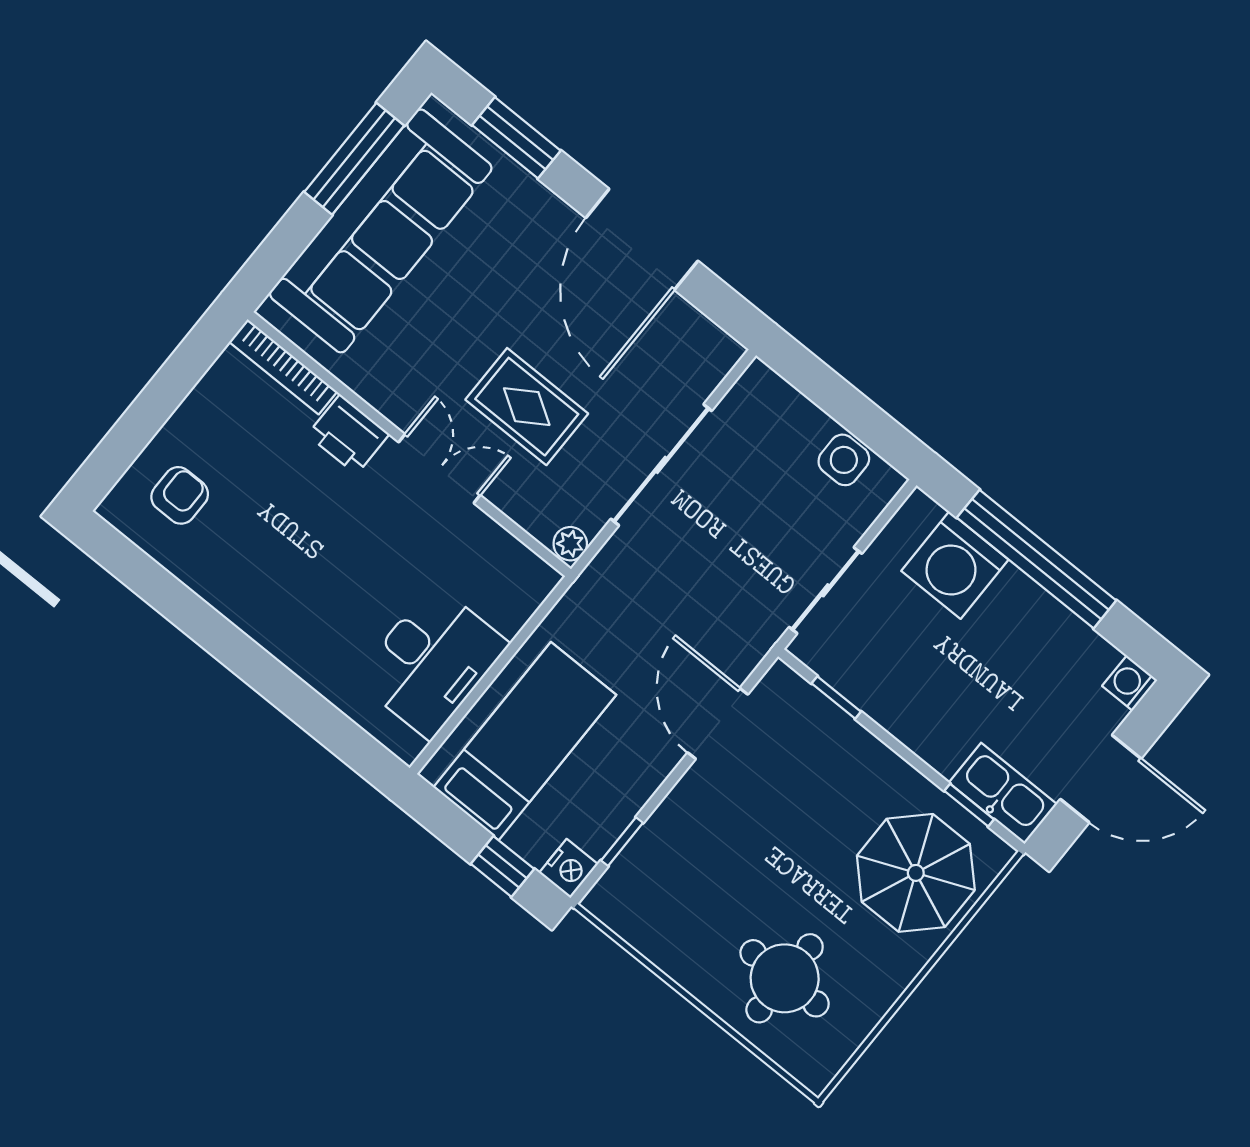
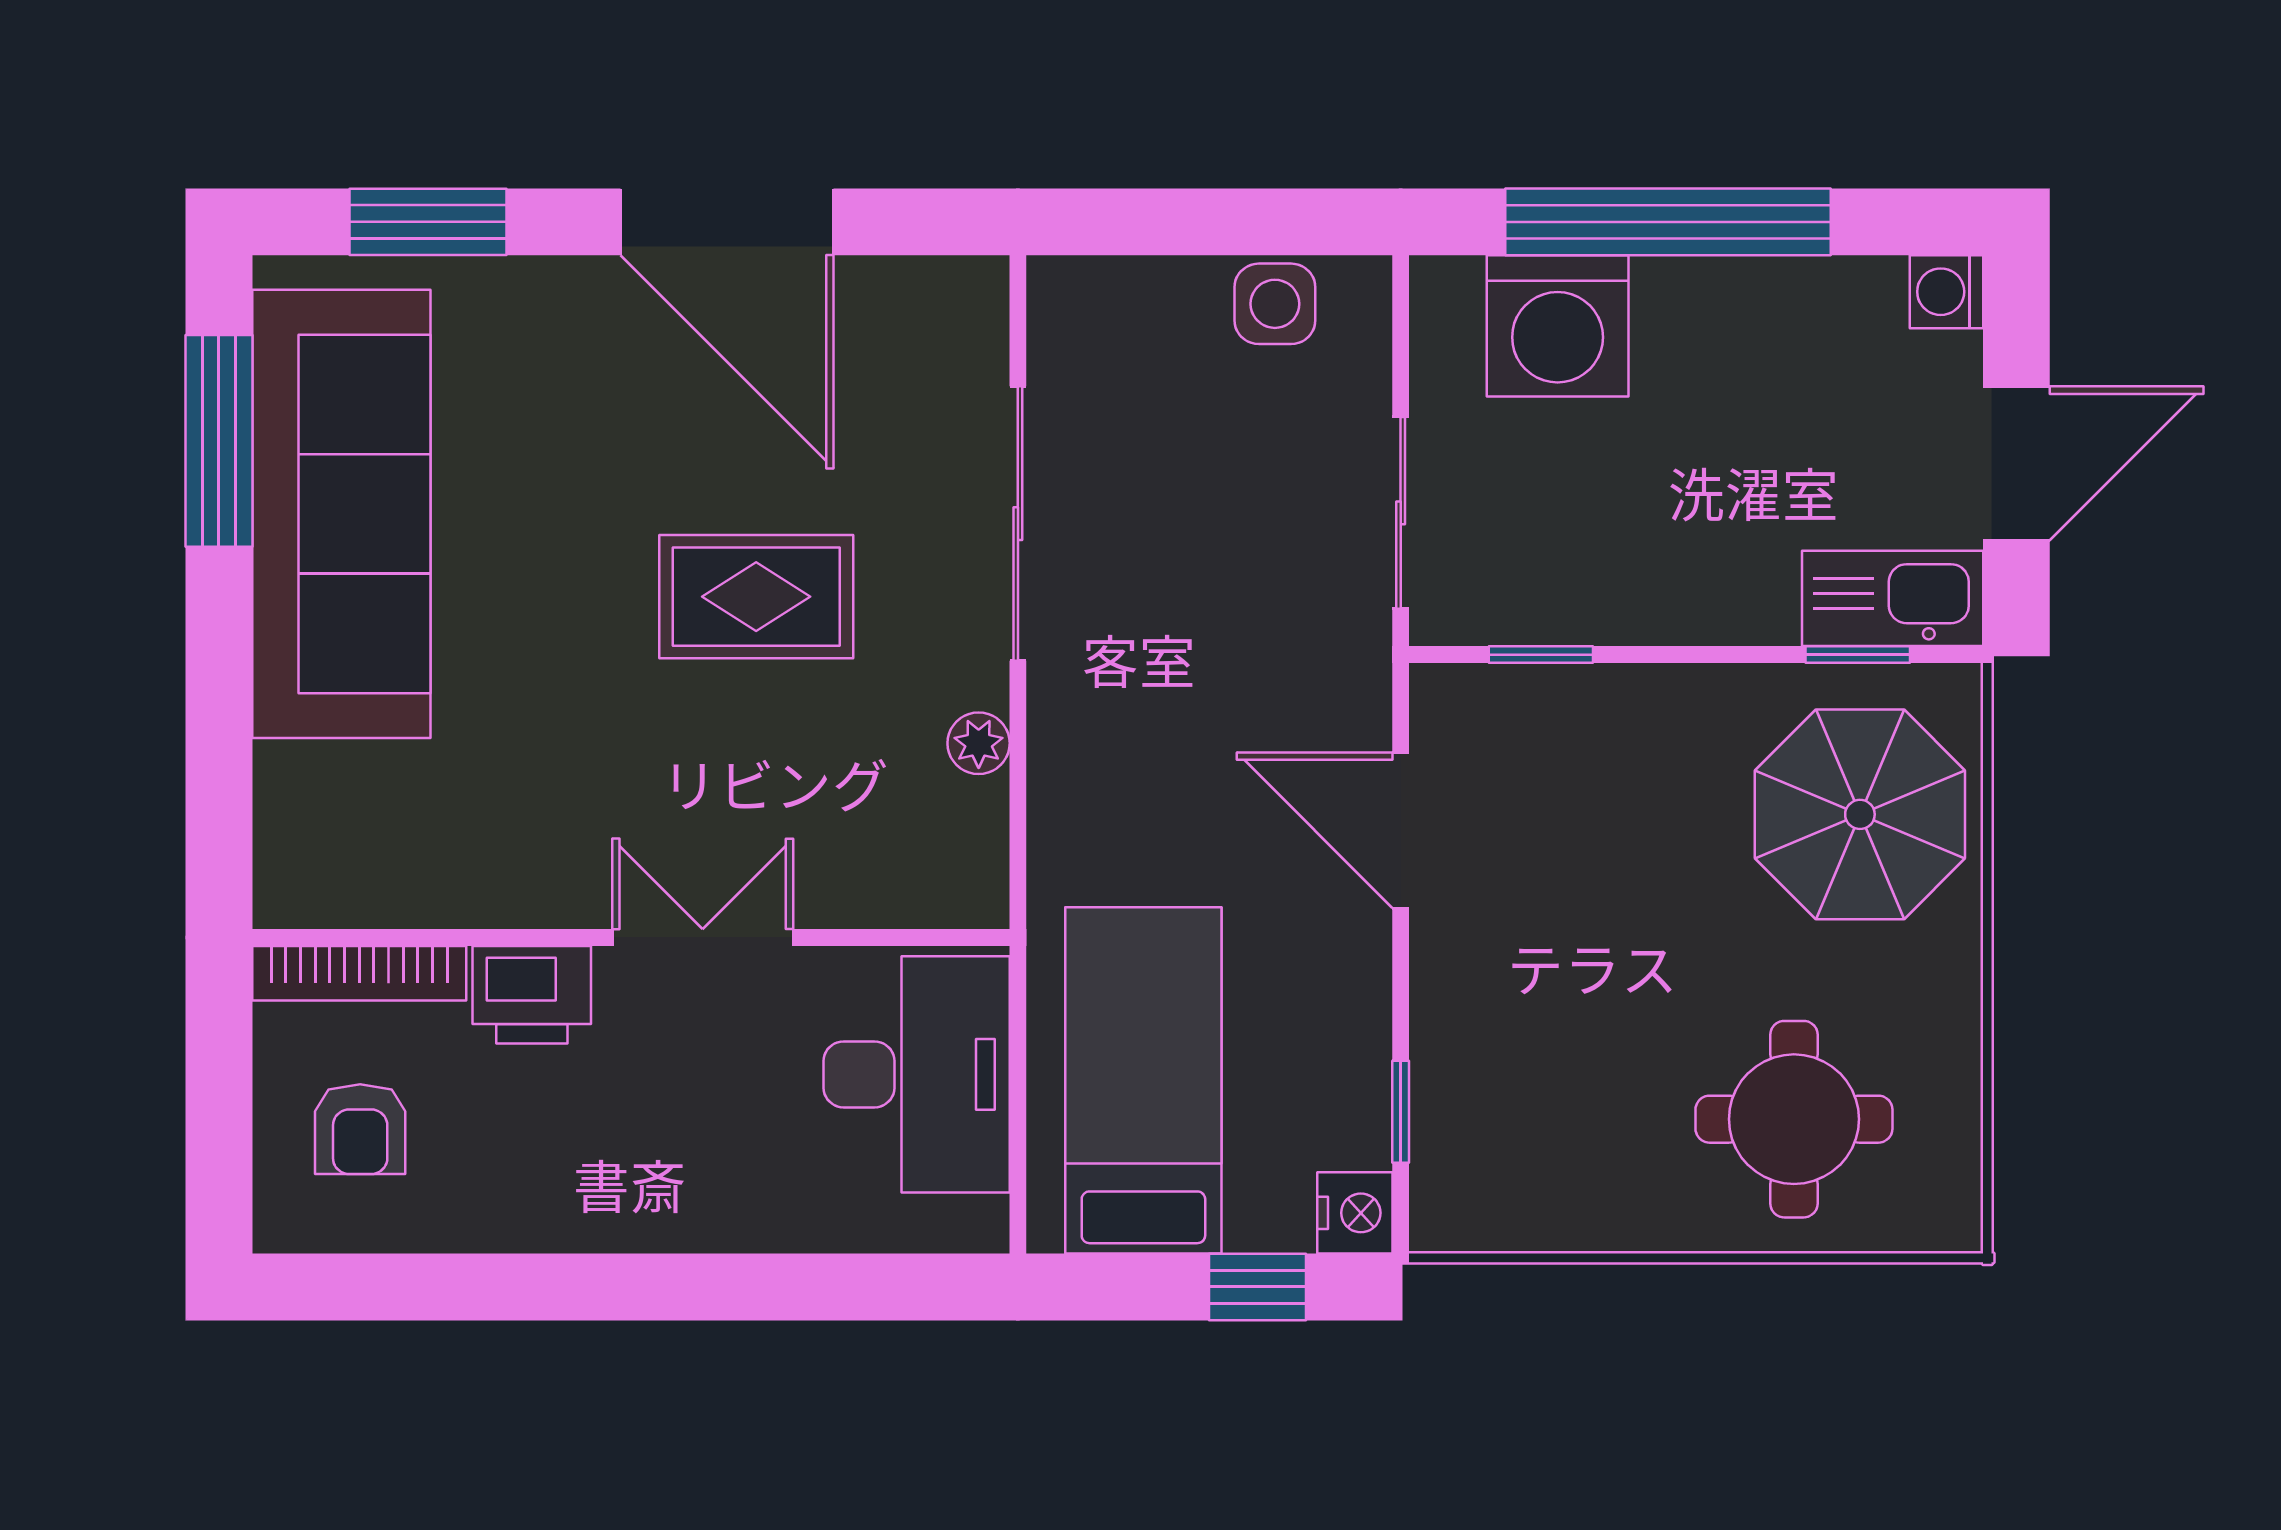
bookcase: (283, 367) -> (359, 973), moved
printer: (348, 435) -> (532, 995), moved
wall: (409, 444) -> (631, 937), moved
double door: (439, 469) -> (703, 937), moved
armchair: (180, 495) -> (360, 1129), turned 180

